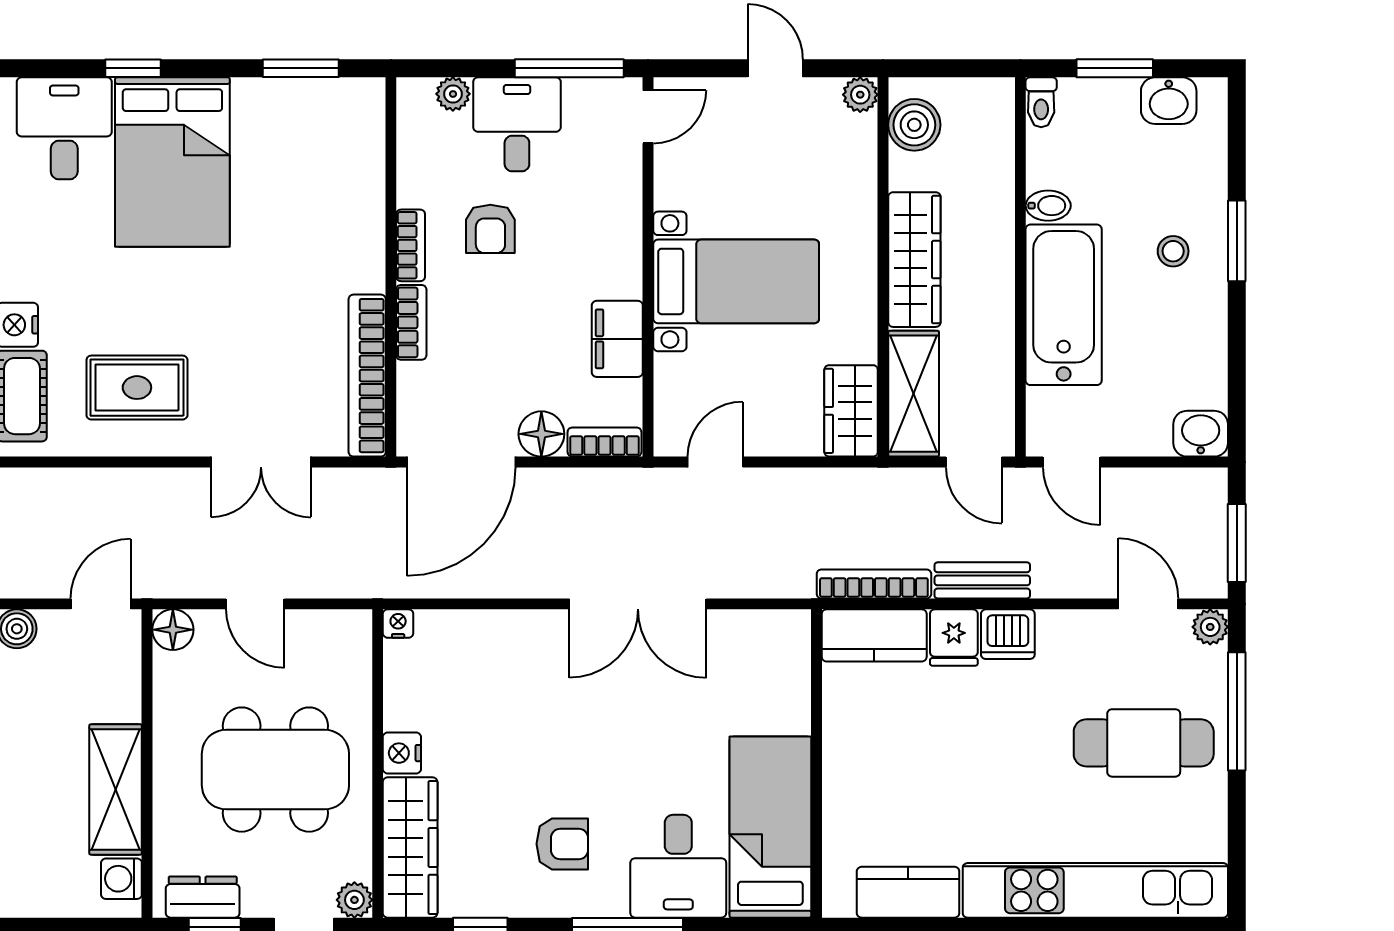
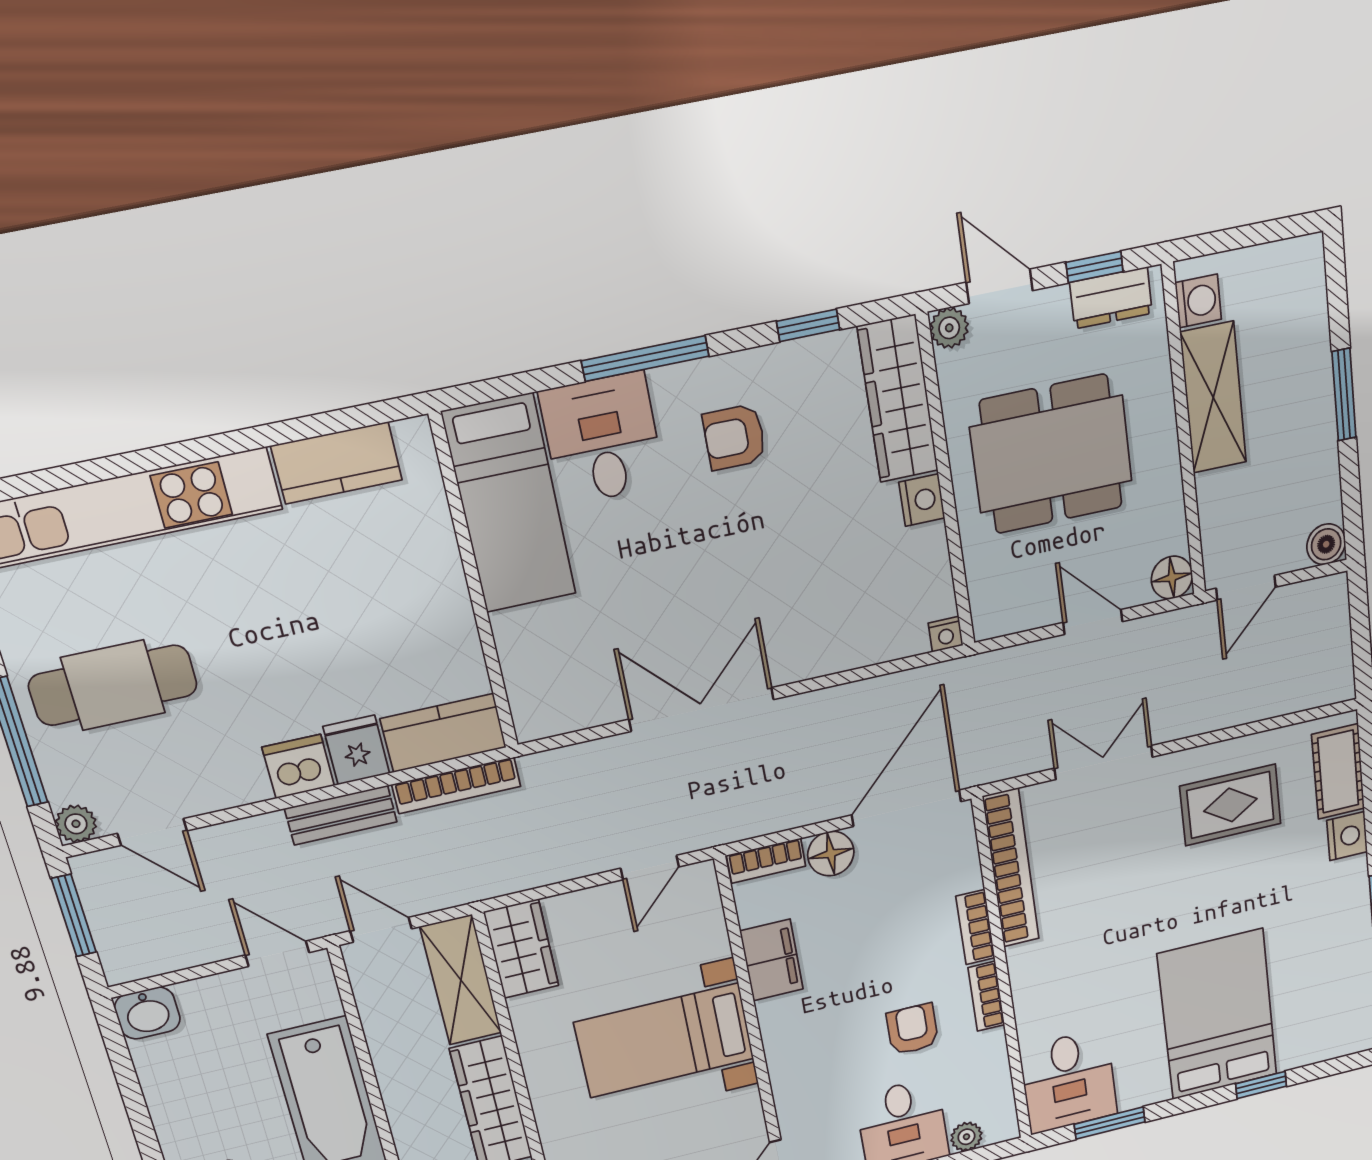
desk: (64, 128) -> (1069, 1081), moved

